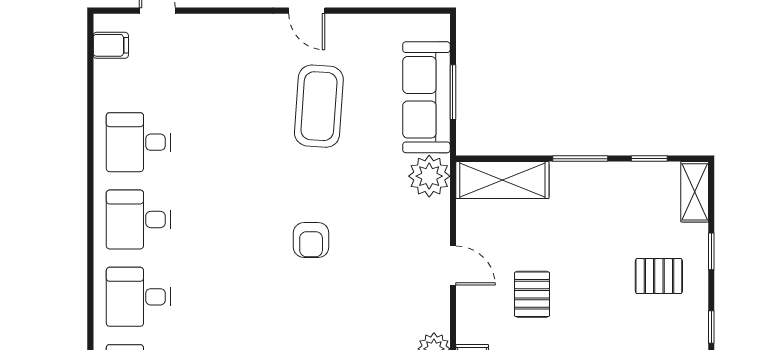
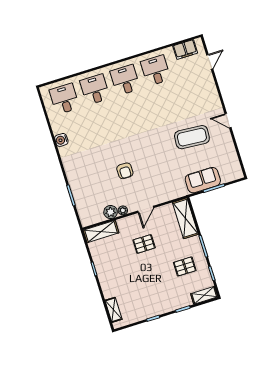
door: (307, 11) -> (228, 121), hinge flipped
filing cabinet: (111, 45) -> (185, 49), width x2.00
sofa: (426, 97) -> (203, 180), width x0.73
plant: (429, 176) -> (123, 210), moved, width x0.53, depth x0.53
armchair: (311, 240) -> (125, 171), moved, turned -90
pallet: (659, 276) -> (185, 266), moved, turned 90

